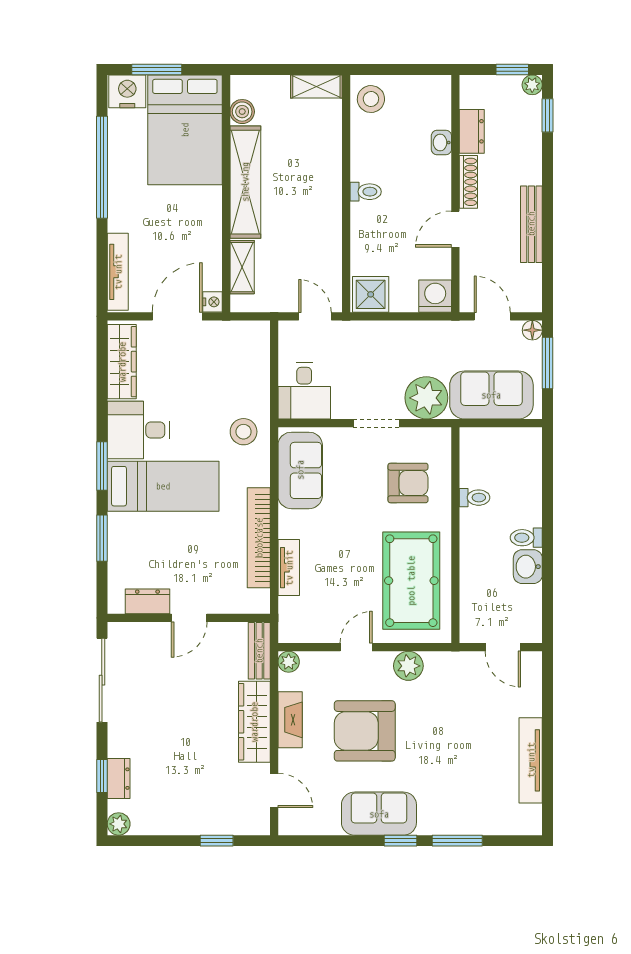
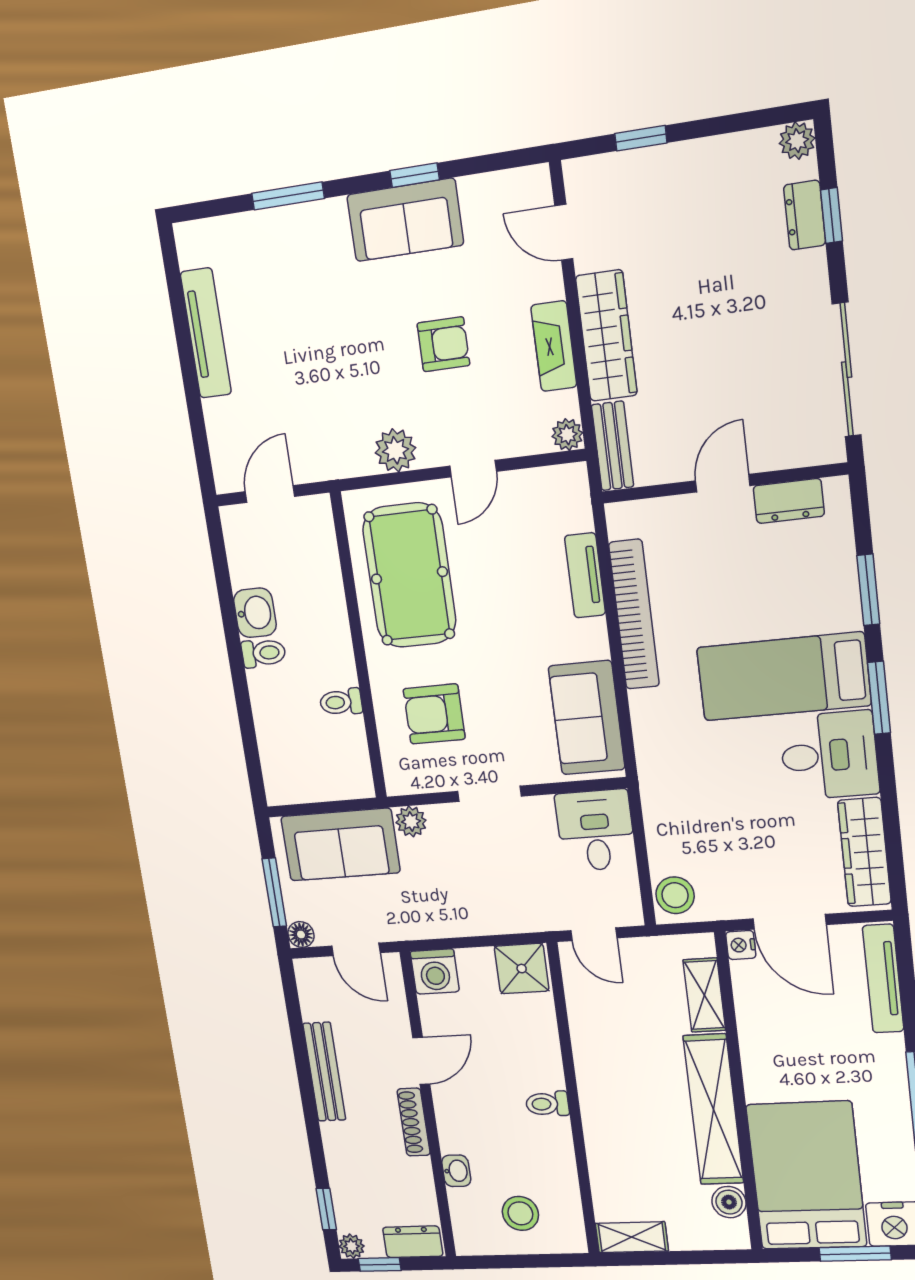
stool: (371, 99) -> (520, 1213), moved
dresser: (472, 131) -> (413, 1242), moved, turned 90
door: (177, 316) -> (789, 922), hinge flipped
plant: (426, 398) -> (411, 821), width x0.53, depth x0.53
stool: (244, 432) -> (675, 895), moved
door: (503, 647) -> (270, 494), hinge flipped
armchair: (365, 731) -> (443, 344), width x0.53, depth x0.53
window: (400, 841) -> (415, 175), moved

